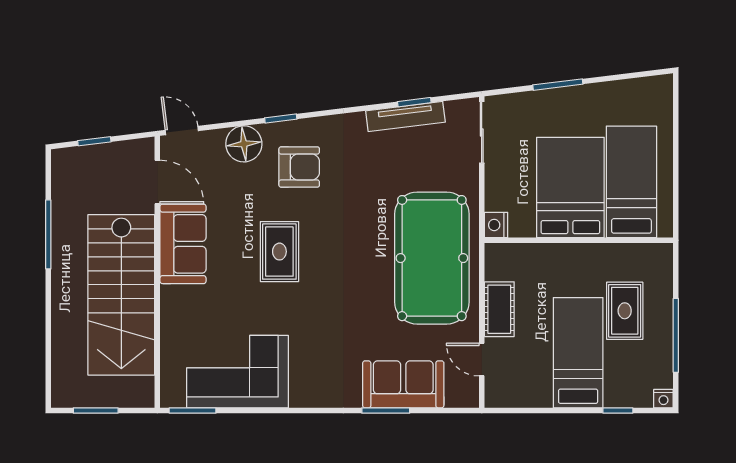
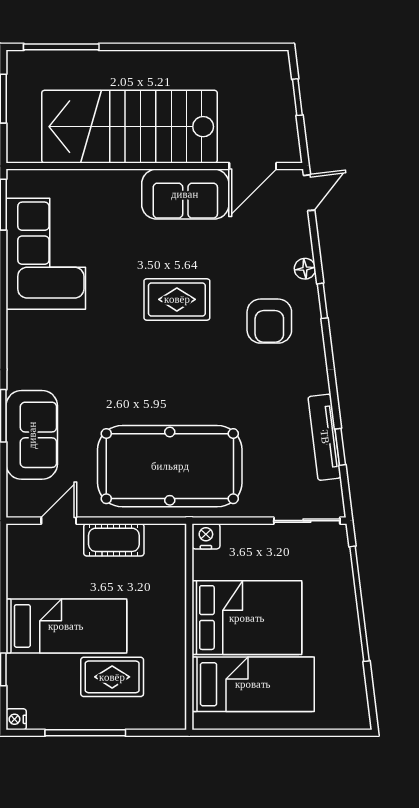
window: (558, 85) -> (359, 604), width x2.11
floor lamp: (244, 144) -> (305, 269), width x0.53, depth x0.53
window: (48, 234) -> (61, 47), moved

